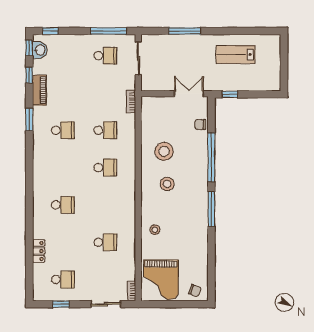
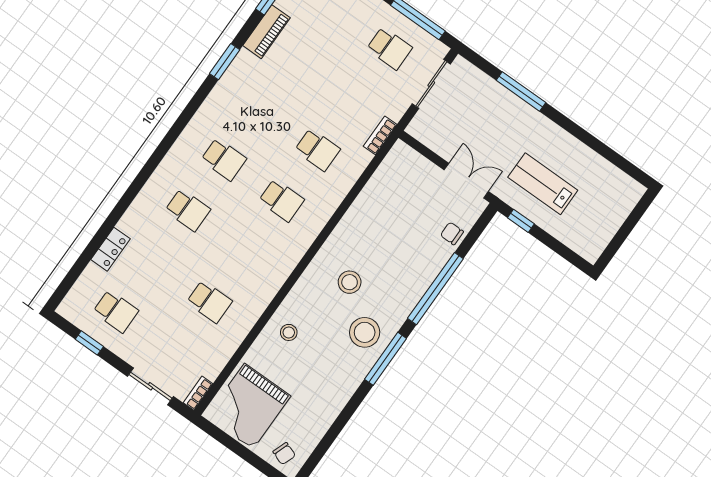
lab bench: (236, 55) -> (543, 184), moved
school desk: (63, 130) -> (224, 159), moved
stool: (164, 151) -> (365, 332), moved

